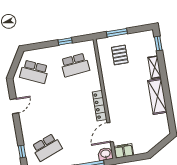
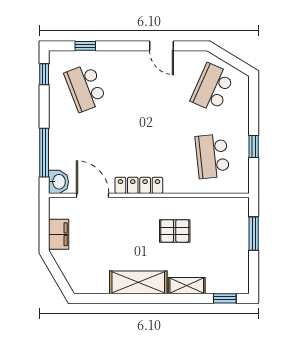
pallet: (120, 55) -> (175, 231), moved
filing cabinet: (124, 151) -> (59, 234), moved

